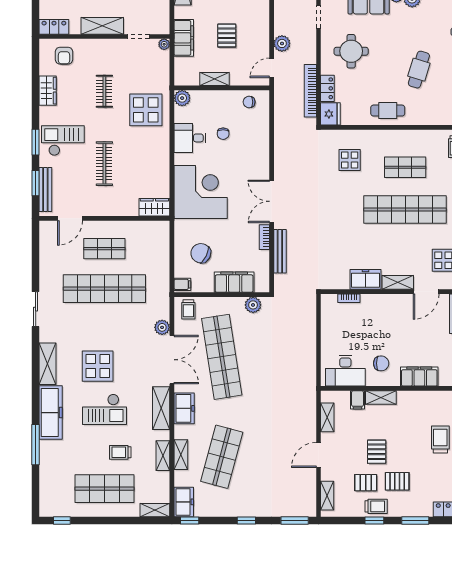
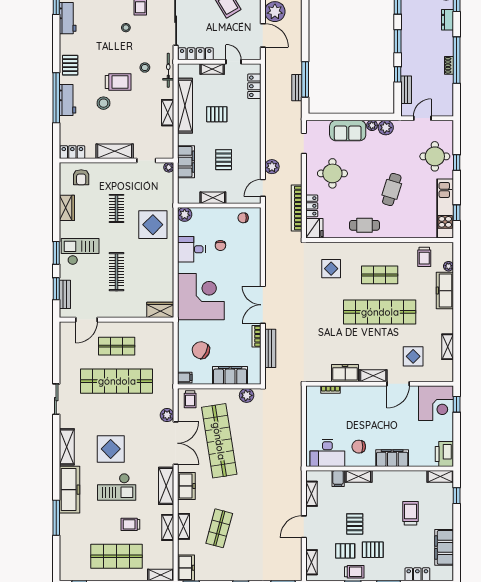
bench: (45, 190) -> (65, 294), width x0.73
chair: (381, 363) -> (359, 447), turned 180
shop shelf: (222, 457) -> (219, 528), width x0.70, depth x0.74

